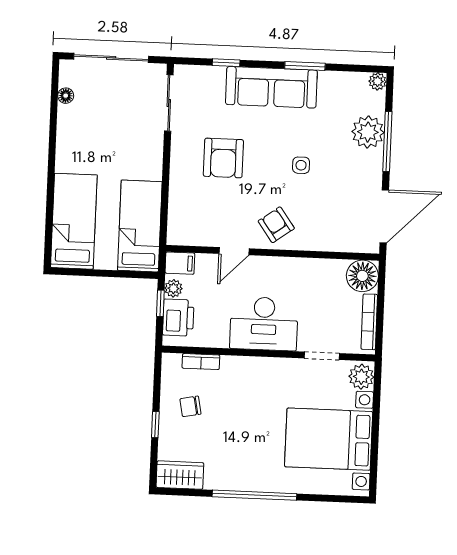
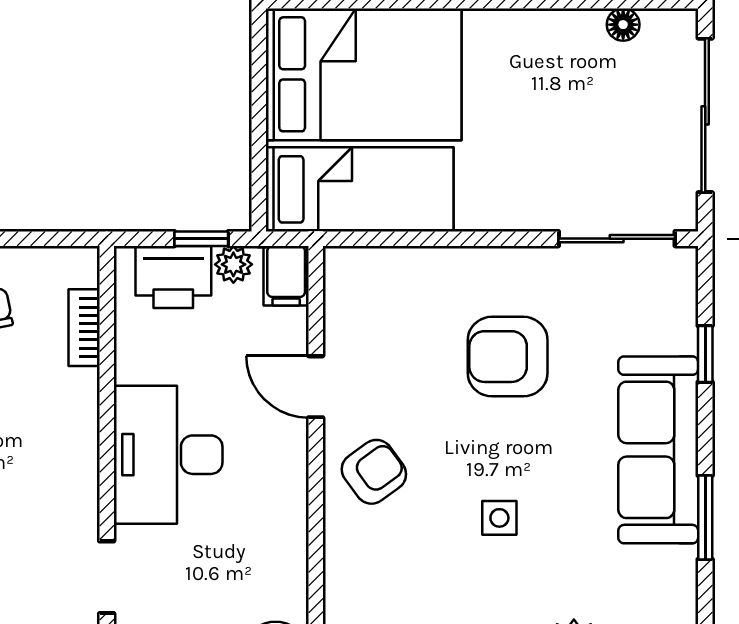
bed: (74, 221) -> (364, 74), width x1.50

